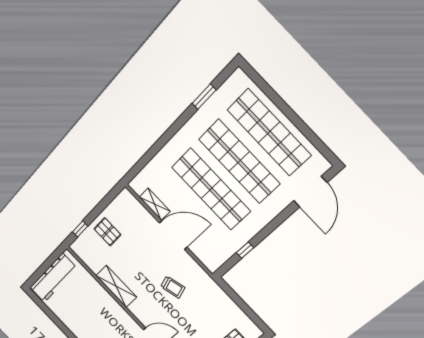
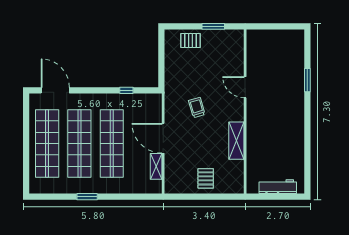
window: (204, 97) -> (87, 197), moved
door: (310, 192) -> (55, 90), hinge flipped
window: (80, 229) -> (223, 197), removed
workbench: (53, 278) -> (278, 187), width x0.73, depth x0.76

